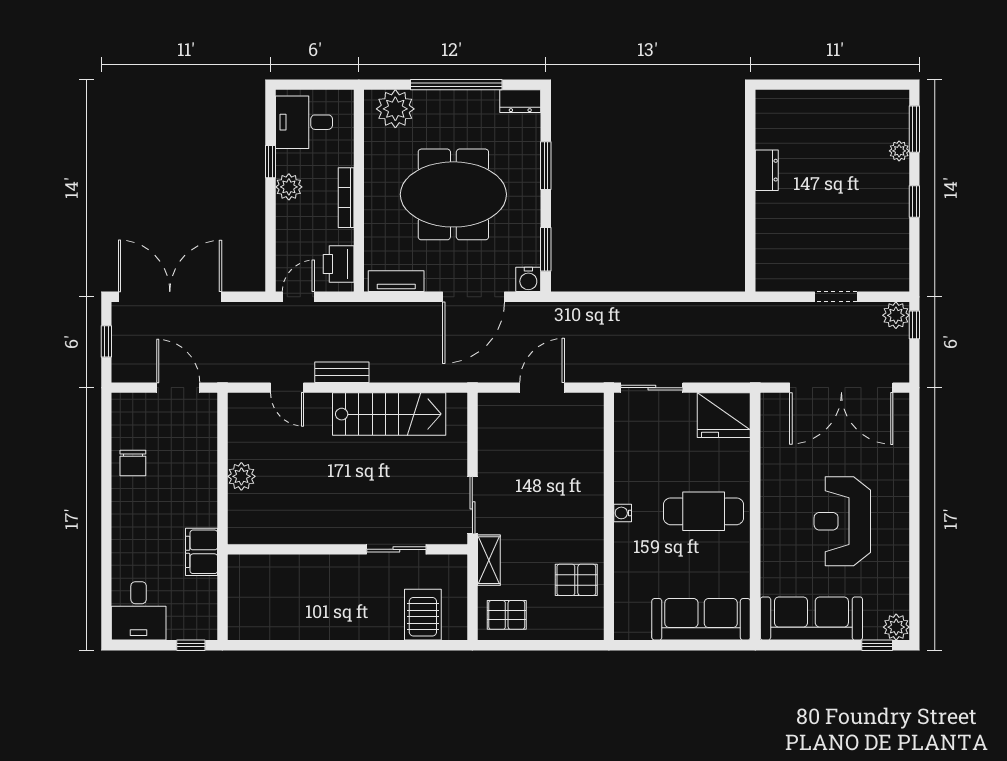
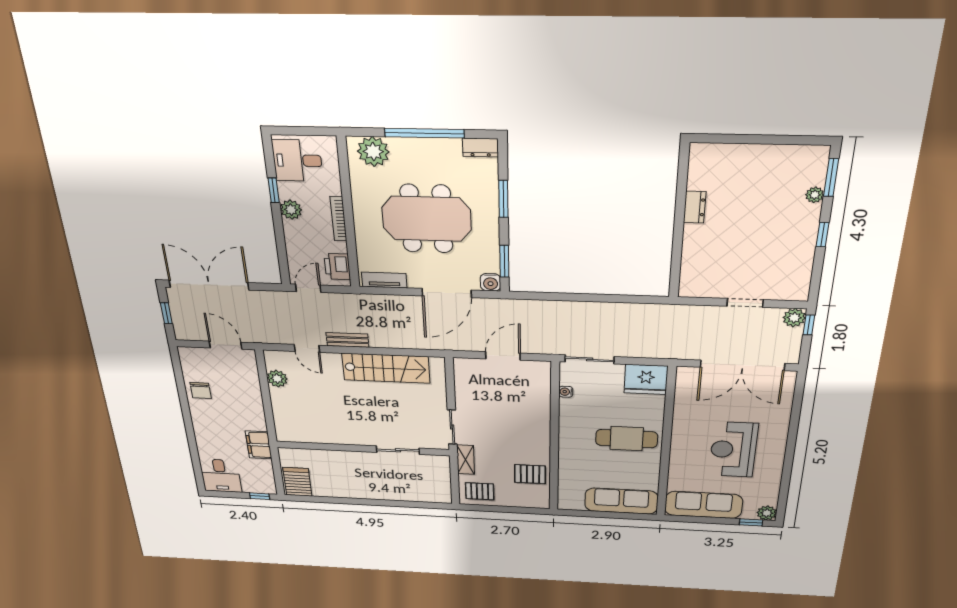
plant: (241, 476) -> (277, 379), moved
water cooler: (623, 513) -> (566, 392), moved
server rack: (423, 615) -> (297, 482), moved

